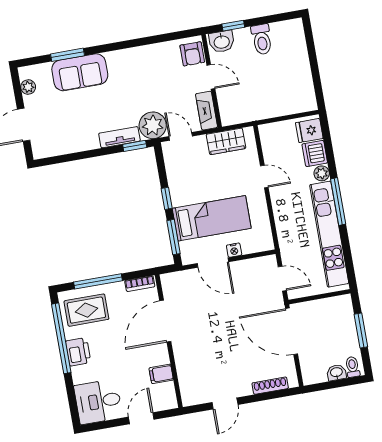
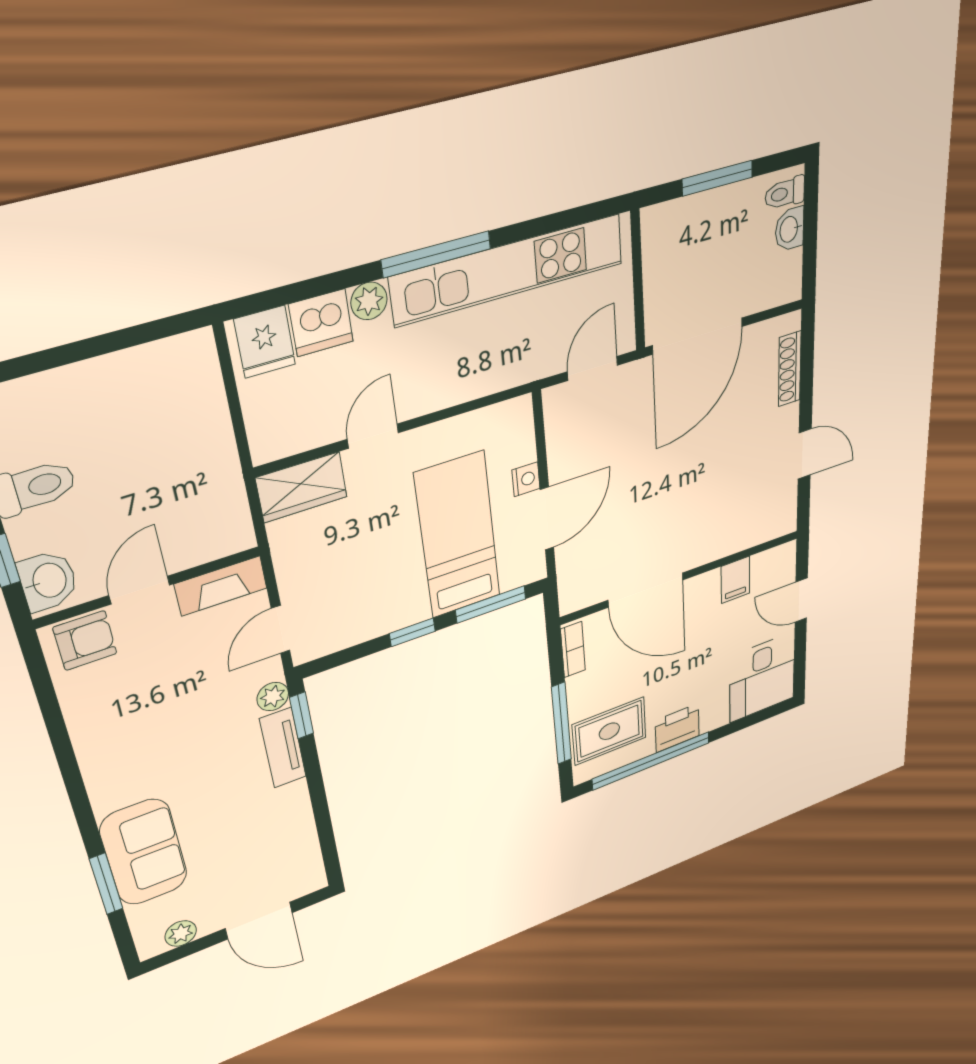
plant: (153, 125) -> (273, 697), width x0.53, depth x0.53
wardrobe: (226, 141) -> (302, 487), moved, turned 90
rug: (86, 310) -> (609, 731), turned 90

